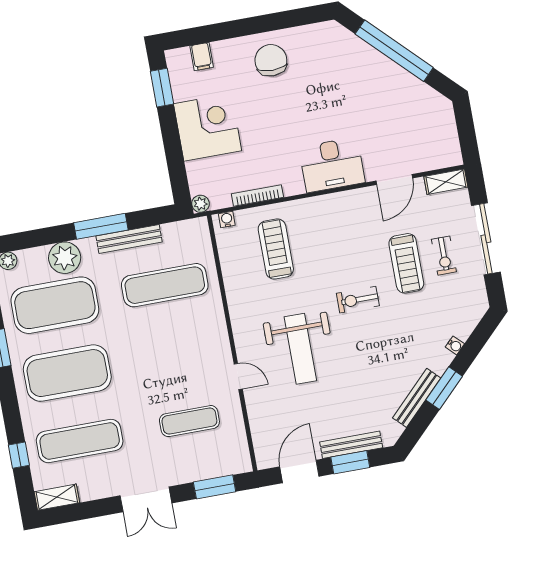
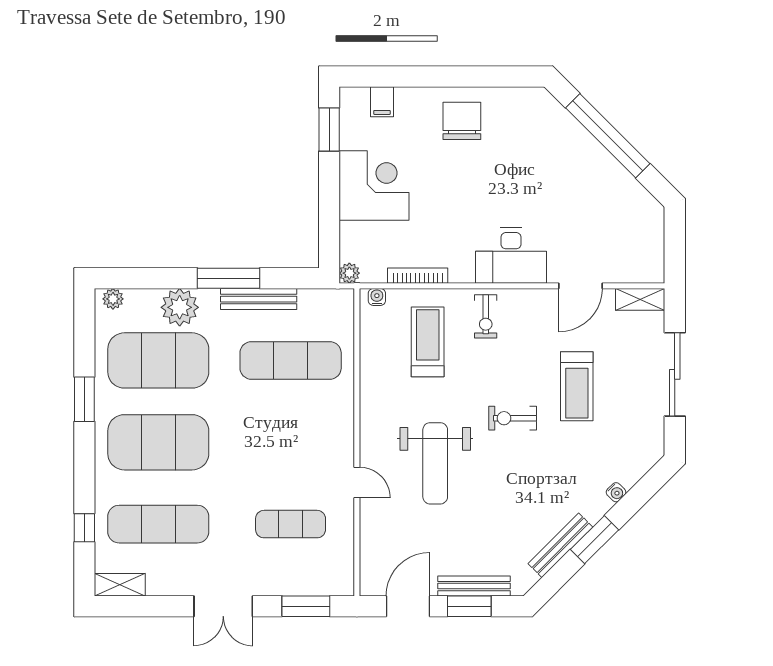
exercise bike: (444, 256) -> (486, 316), moved

